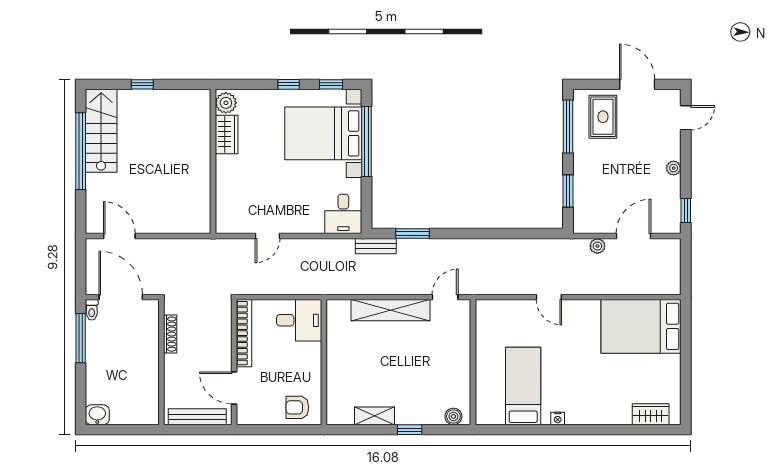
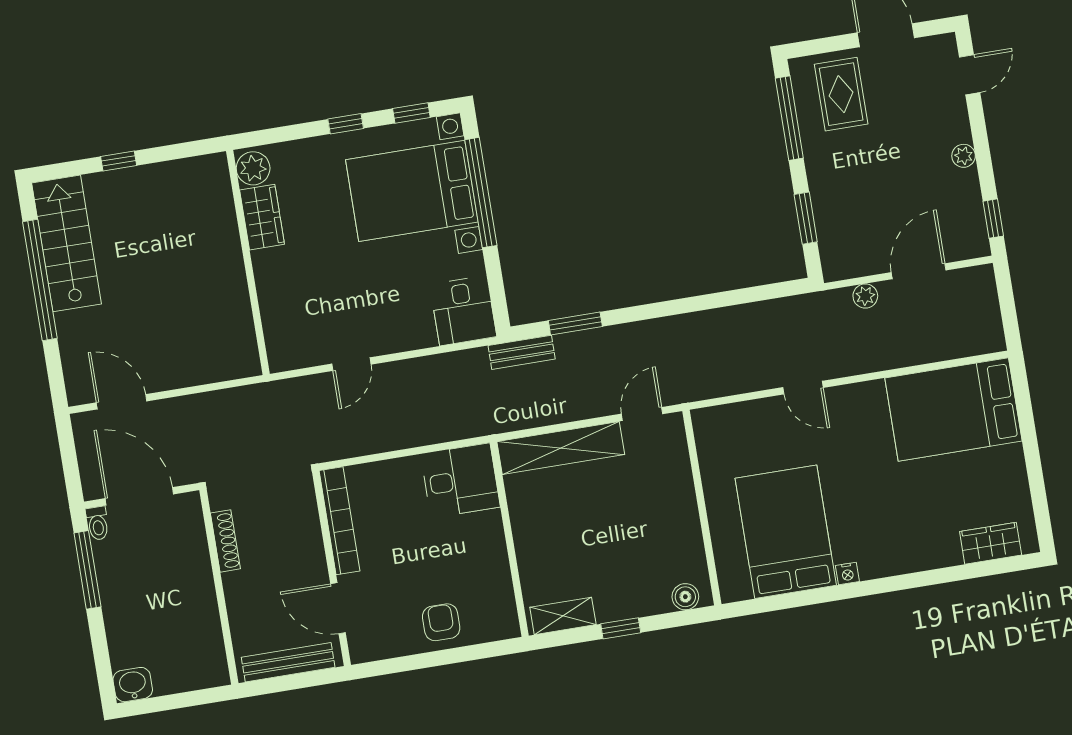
desk: (299, 320) -> (460, 480), moved
wall: (324, 362) -> (509, 539), moved
bed: (523, 386) -> (786, 532), width x1.50
armchair: (297, 407) -> (441, 622), turned 90

